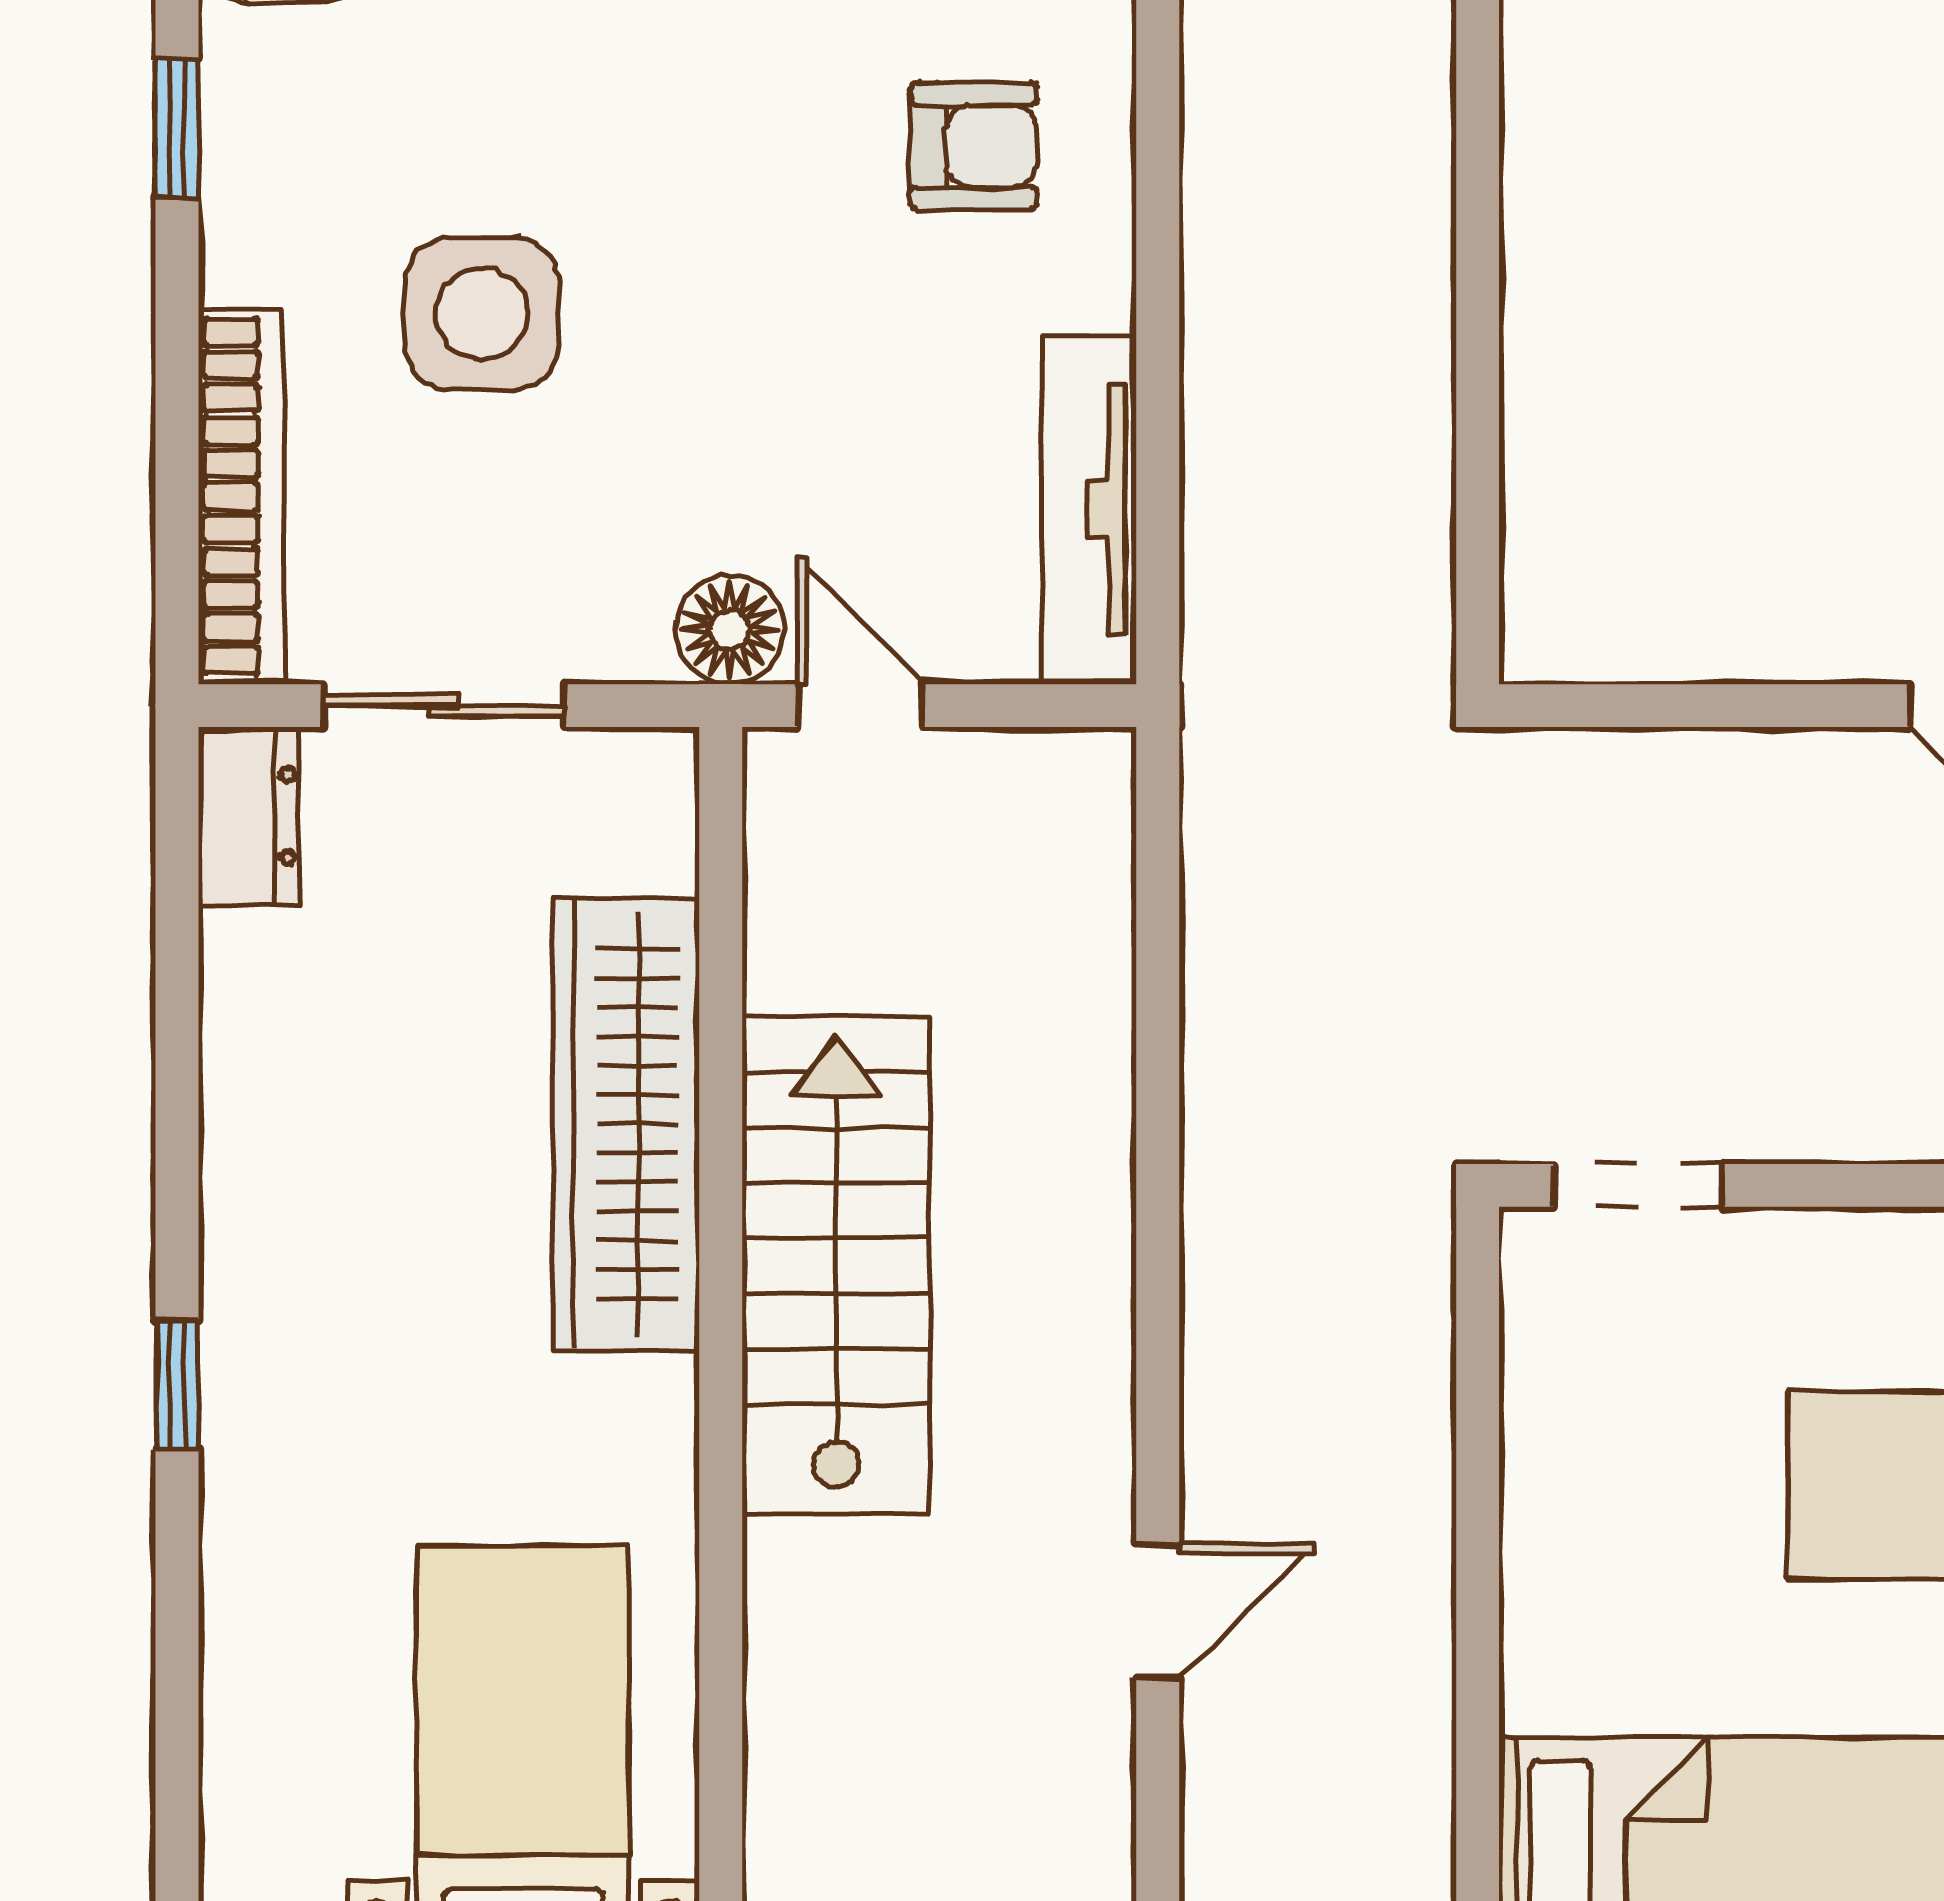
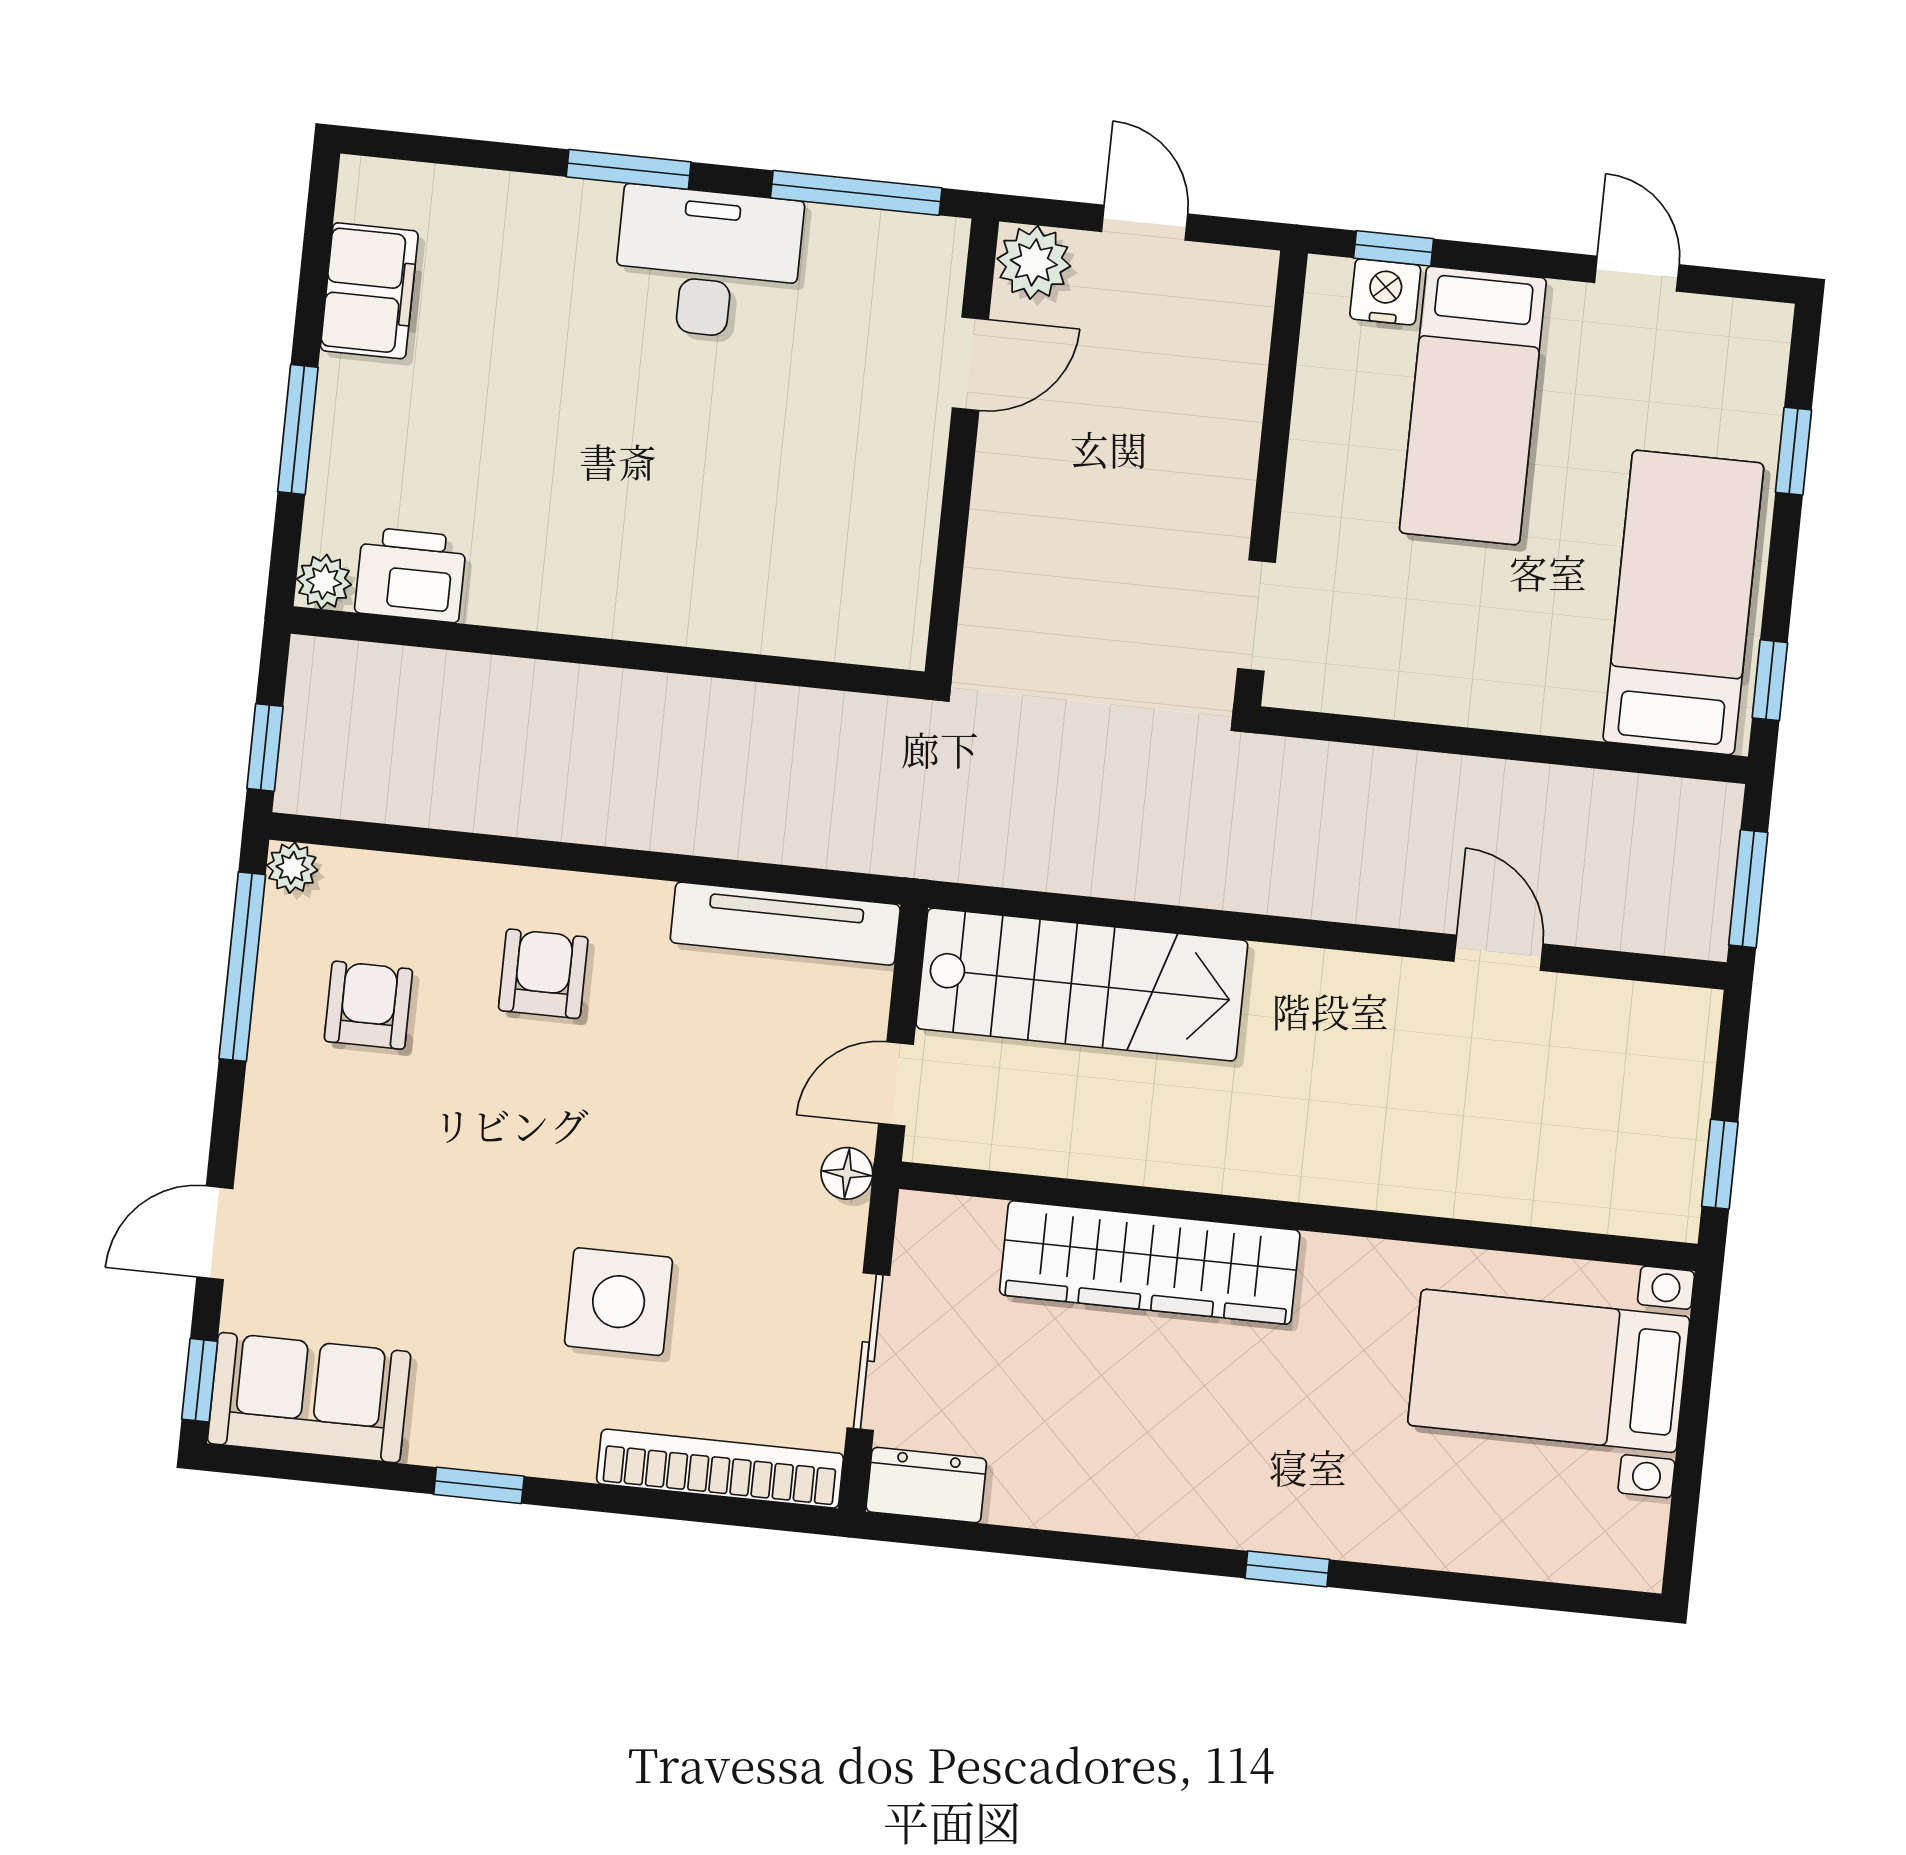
floor lamp: (730, 630) -> (847, 1173), width x0.73, depth x0.73
stairs: (836, 1265) -> (1082, 985), moved, turned 180

